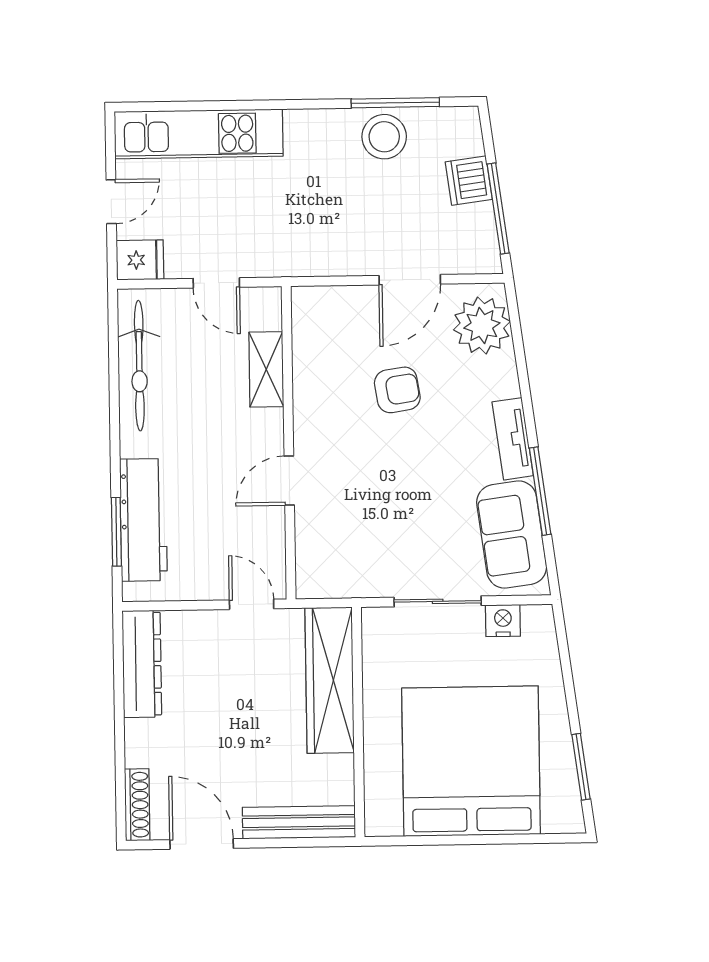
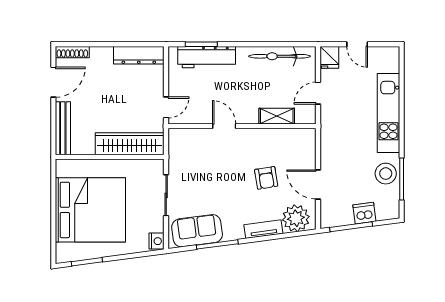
kitchen unit: (199, 134) -> (388, 113), moved
tv unit: (513, 439) -> (263, 229), moved
nightstand: (503, 621) -> (156, 241), moved

